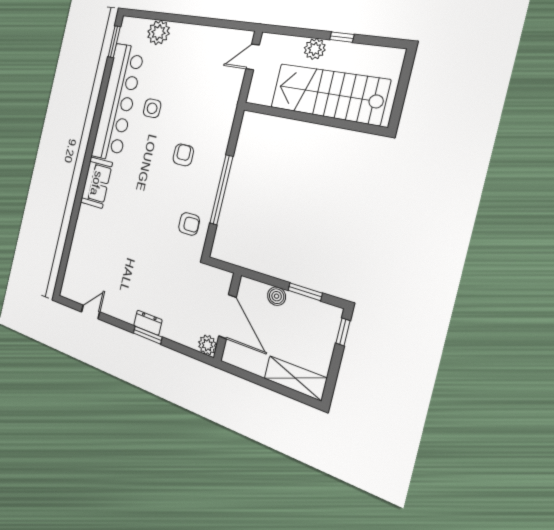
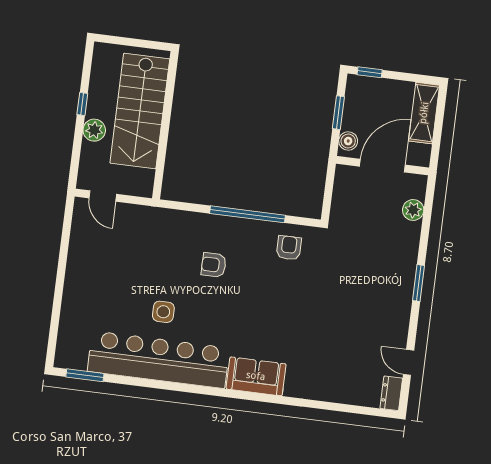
plant: (158, 32) -> (74, 315), removed
door: (227, 317) -> (382, 166), moved
wall: (227, 317) -> (383, 166), moved
dresser: (148, 323) -> (391, 393), moved

